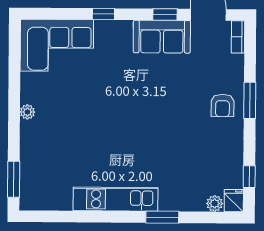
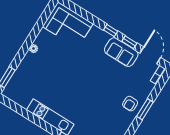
window: (103, 14) -> (111, 31), moved

